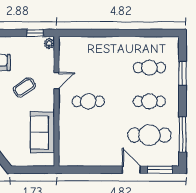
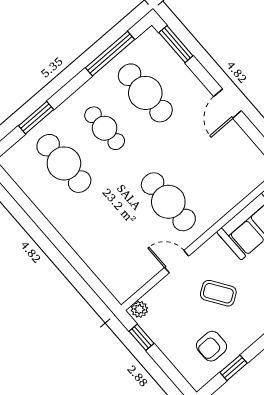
cafe table: (149, 68) -> (64, 163), width x1.37, depth x1.35
cafe table: (88, 101) -> (168, 202), width x1.37, depth x1.35
door: (131, 170) -> (228, 104), moved

